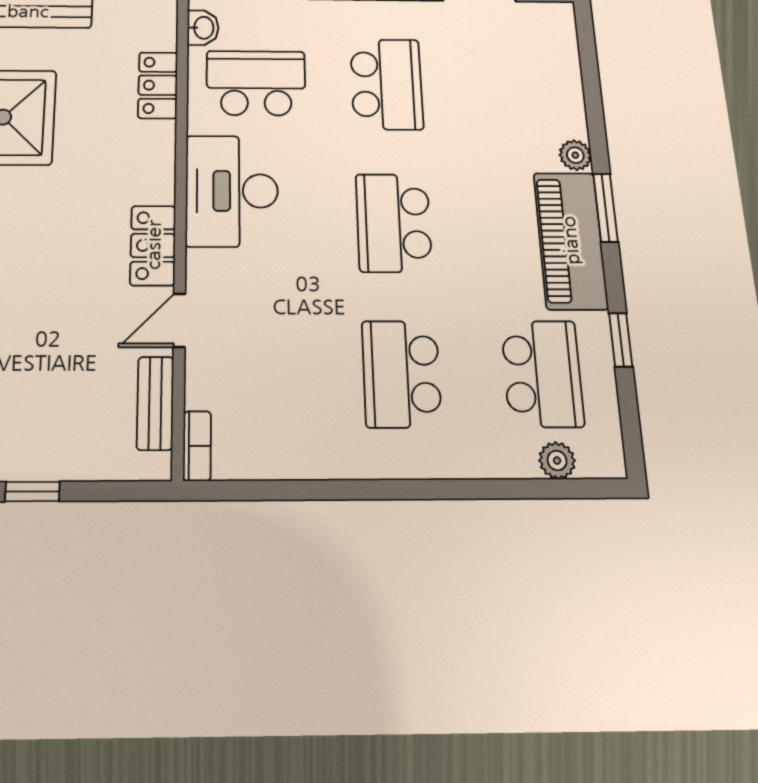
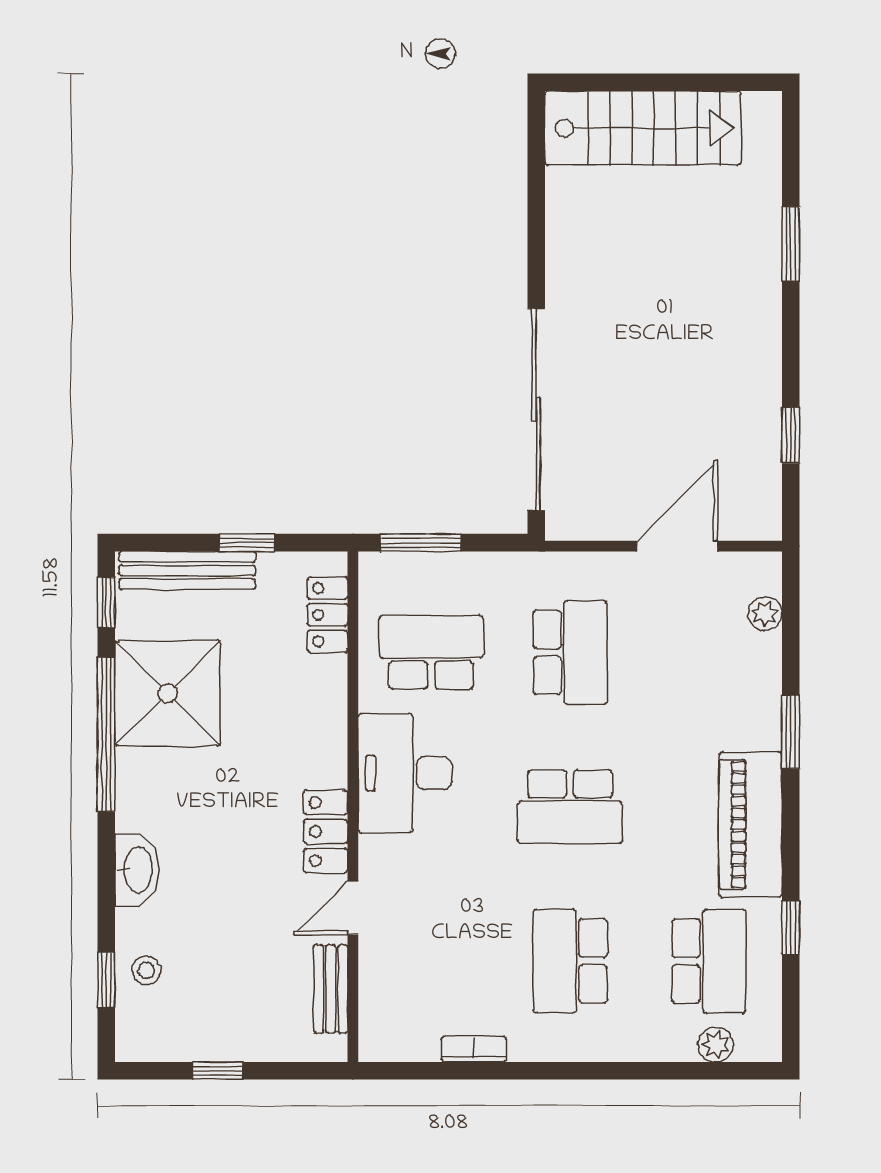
washbasin: (203, 28) -> (375, 588), removed
locker: (158, 85) -> (328, 615), moved
plant: (575, 155) -> (765, 614), moved
window: (606, 208) -> (791, 732), moved
school desk: (394, 223) -> (570, 807), turned -90
bookcase: (197, 446) -> (474, 1049), moved, turned -90

